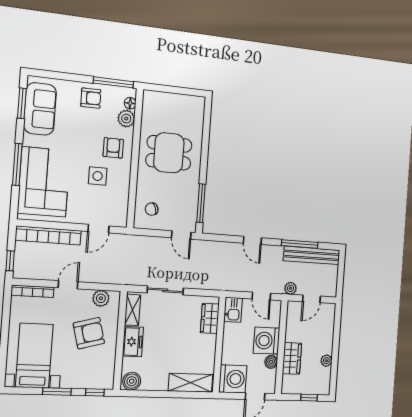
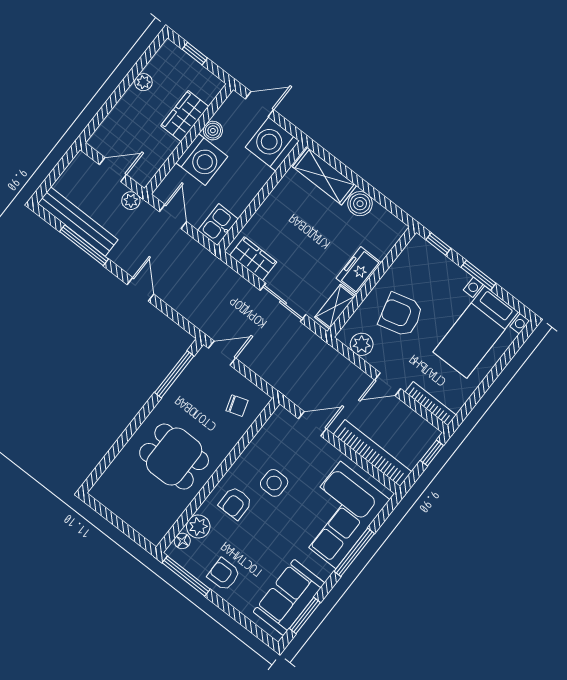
door: (181, 235) -> (222, 353), hinge flipped
wardrobe: (210, 318) -> (253, 259), moved, turned -90
boiler: (132, 381) -> (360, 204), moved

